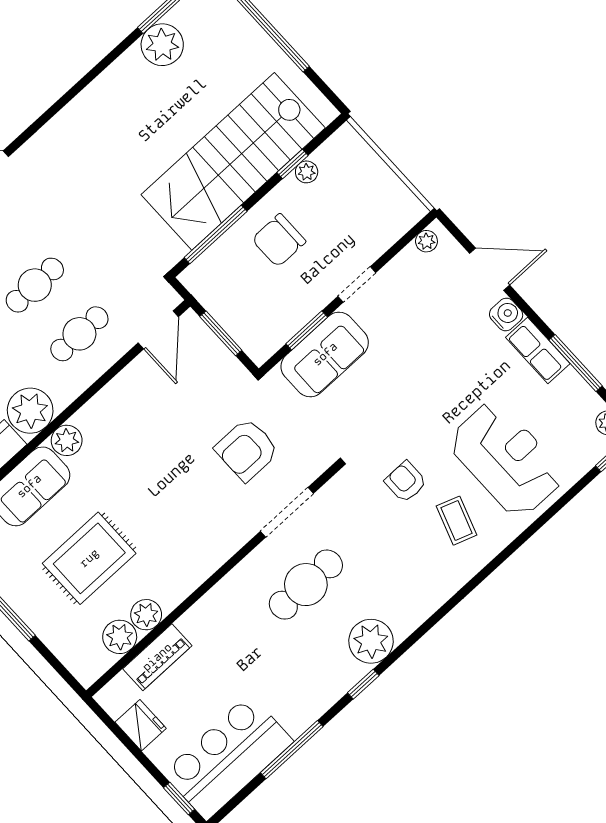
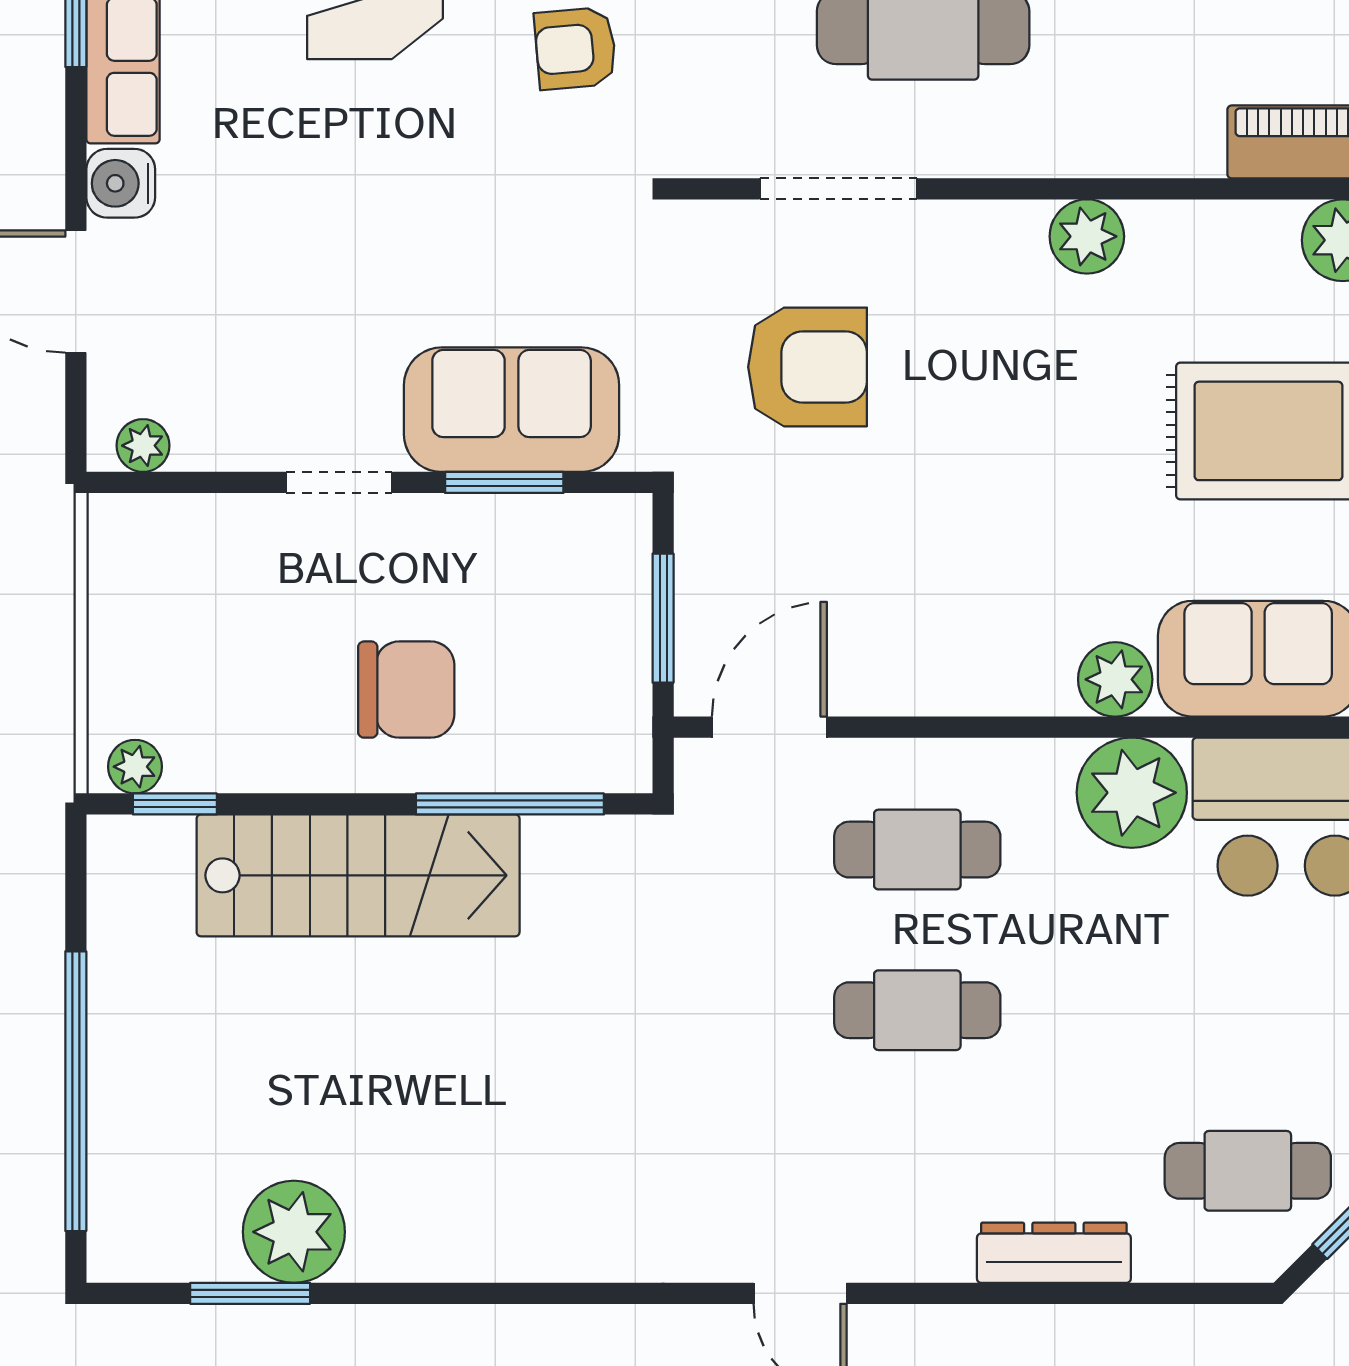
stairs: (233, 161) -> (358, 875), width x0.73, depth x0.66
window: (292, 164) -> (175, 804), moved
plant: (307, 172) -> (135, 767), moved
armchair: (406, 482) -> (575, 48), turned 85
plant: (146, 615) -> (1087, 236), moved

